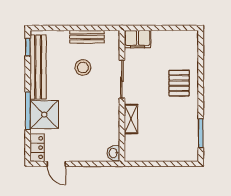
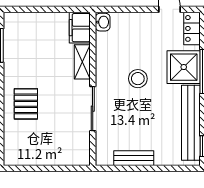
filing cabinet: (137, 39) -> (80, 28), moved, turned -90
stool: (83, 67) -> (138, 79), moved

